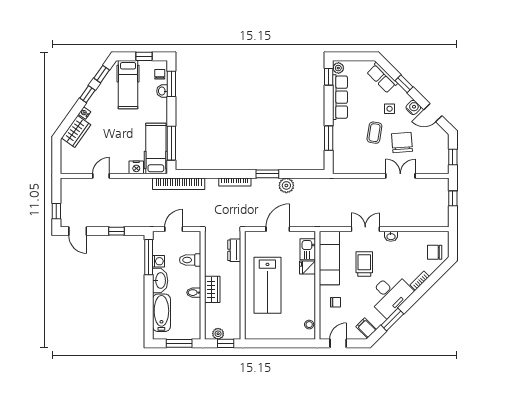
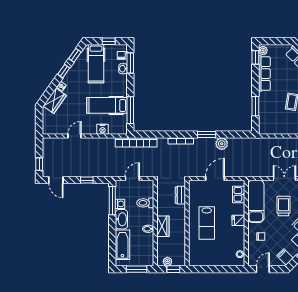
hospital bed: (156, 149) -> (107, 105), moved, turned -90
fridge: (307, 268) -> (238, 220), moved
lab bench: (267, 285) -> (207, 223), width x0.73, depth x0.72

